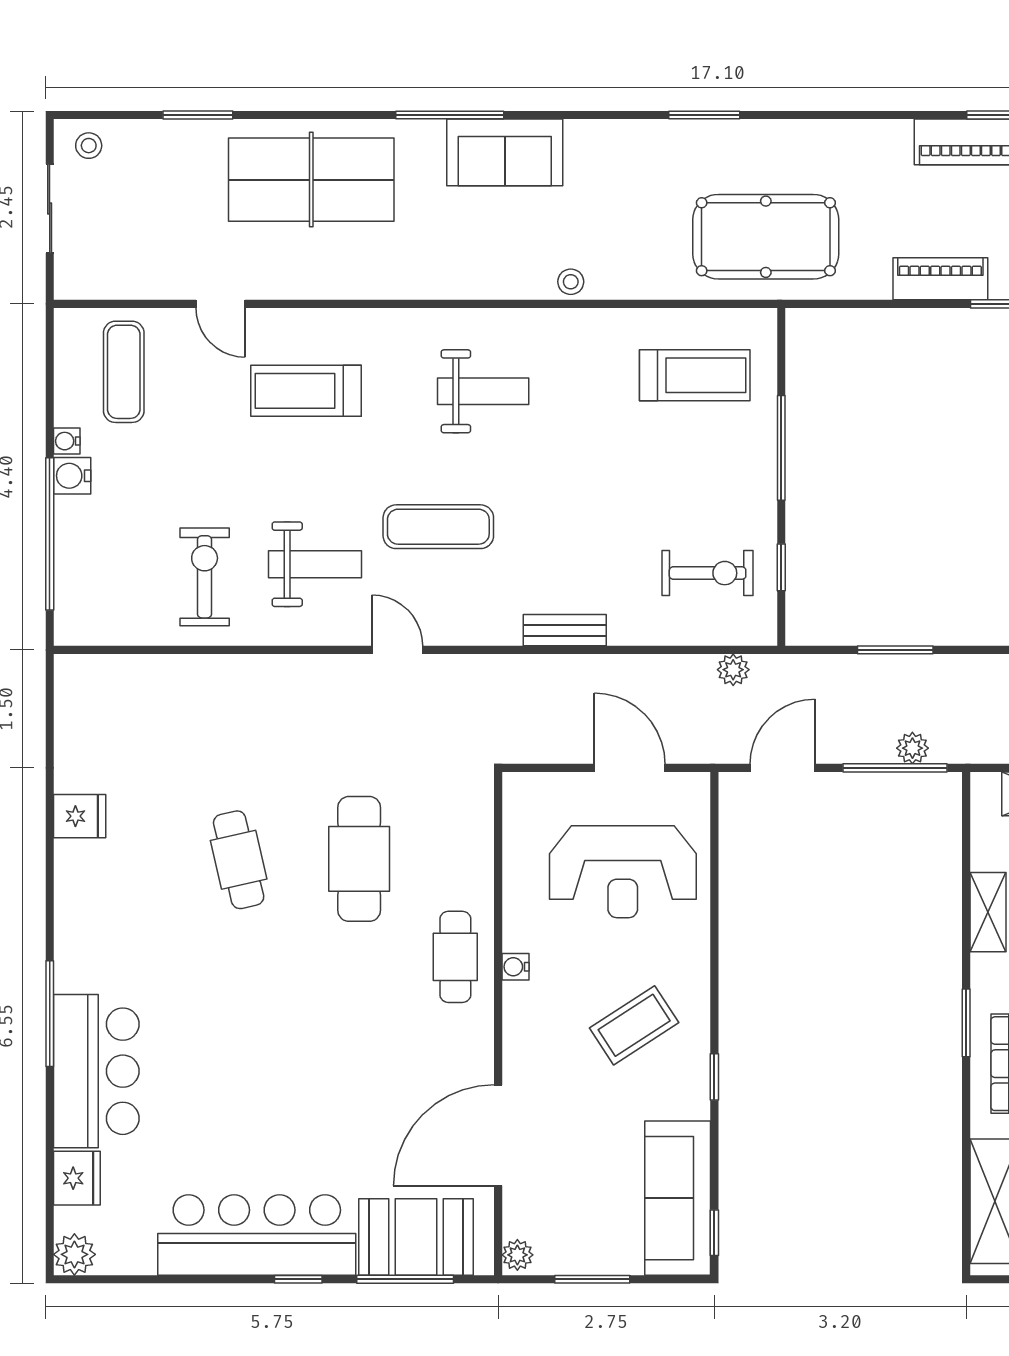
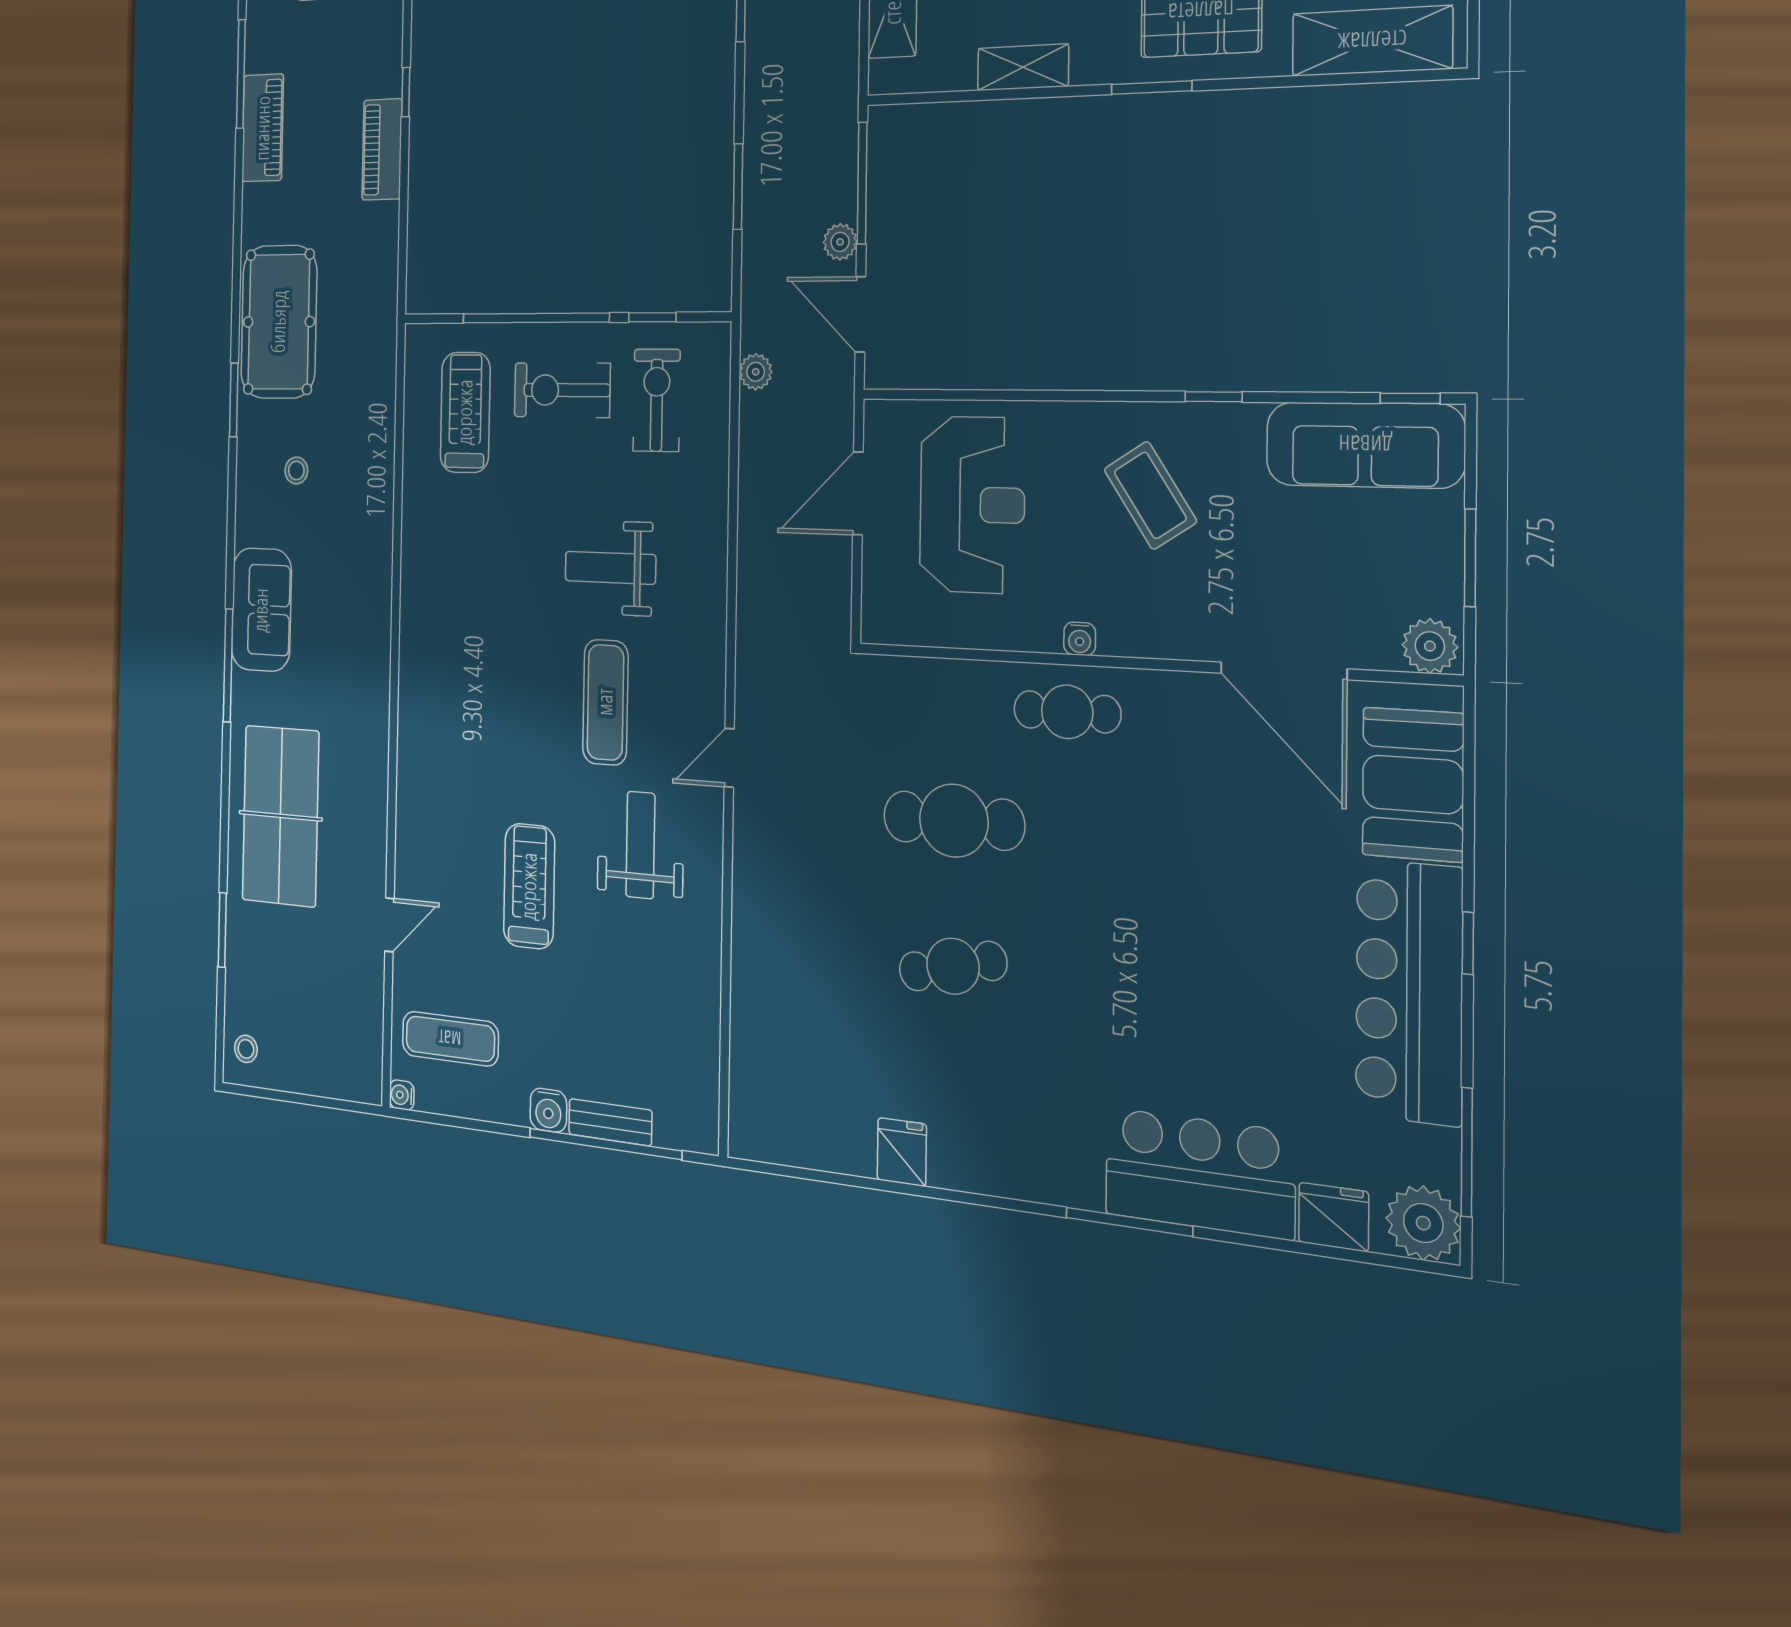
sliding door: (50, 208) -> (300, 1099), removed
pool table: (766, 237) -> (279, 322), moved
stool: (571, 282) -> (296, 470), moved
treadmill: (306, 391) -> (529, 886), moved, turned 180
weight bench: (483, 391) -> (610, 568), moved, turned -90
water cooler: (67, 441) -> (402, 1095), moved, turned 90
window: (781, 448) -> (535, 318), width x1.46
exercise bike: (205, 577) -> (562, 390), moved
bench: (565, 630) -> (610, 1122), moved, turned 90
plant: (912, 748) -> (840, 242), moved
plant: (74, 1254) -> (1423, 1223), width x1.36, depth x1.36
plant: (517, 1255) -> (1430, 646), width x1.38, depth x1.38
window: (405, 1279) -> (1467, 1152), moved

